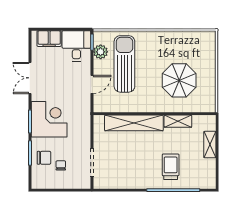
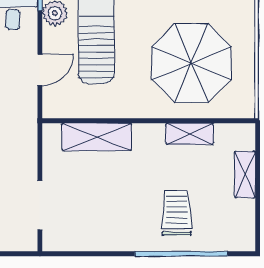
parasol: (179, 80) -> (191, 63), width x1.36, depth x1.36
shelving: (134, 123) -> (97, 137), width x0.68

